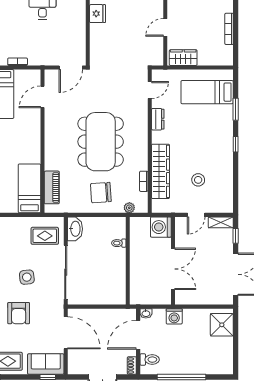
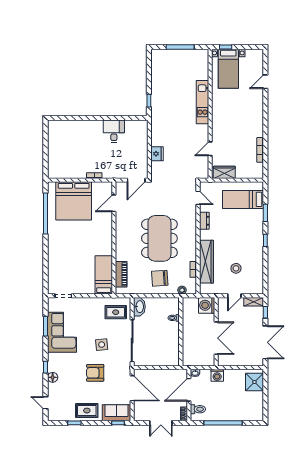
fridge: (97, 14) -> (157, 154), moved
door: (150, 90) -> (198, 198), hinge flipped
armchair: (19, 313) -> (95, 373), turned 90

